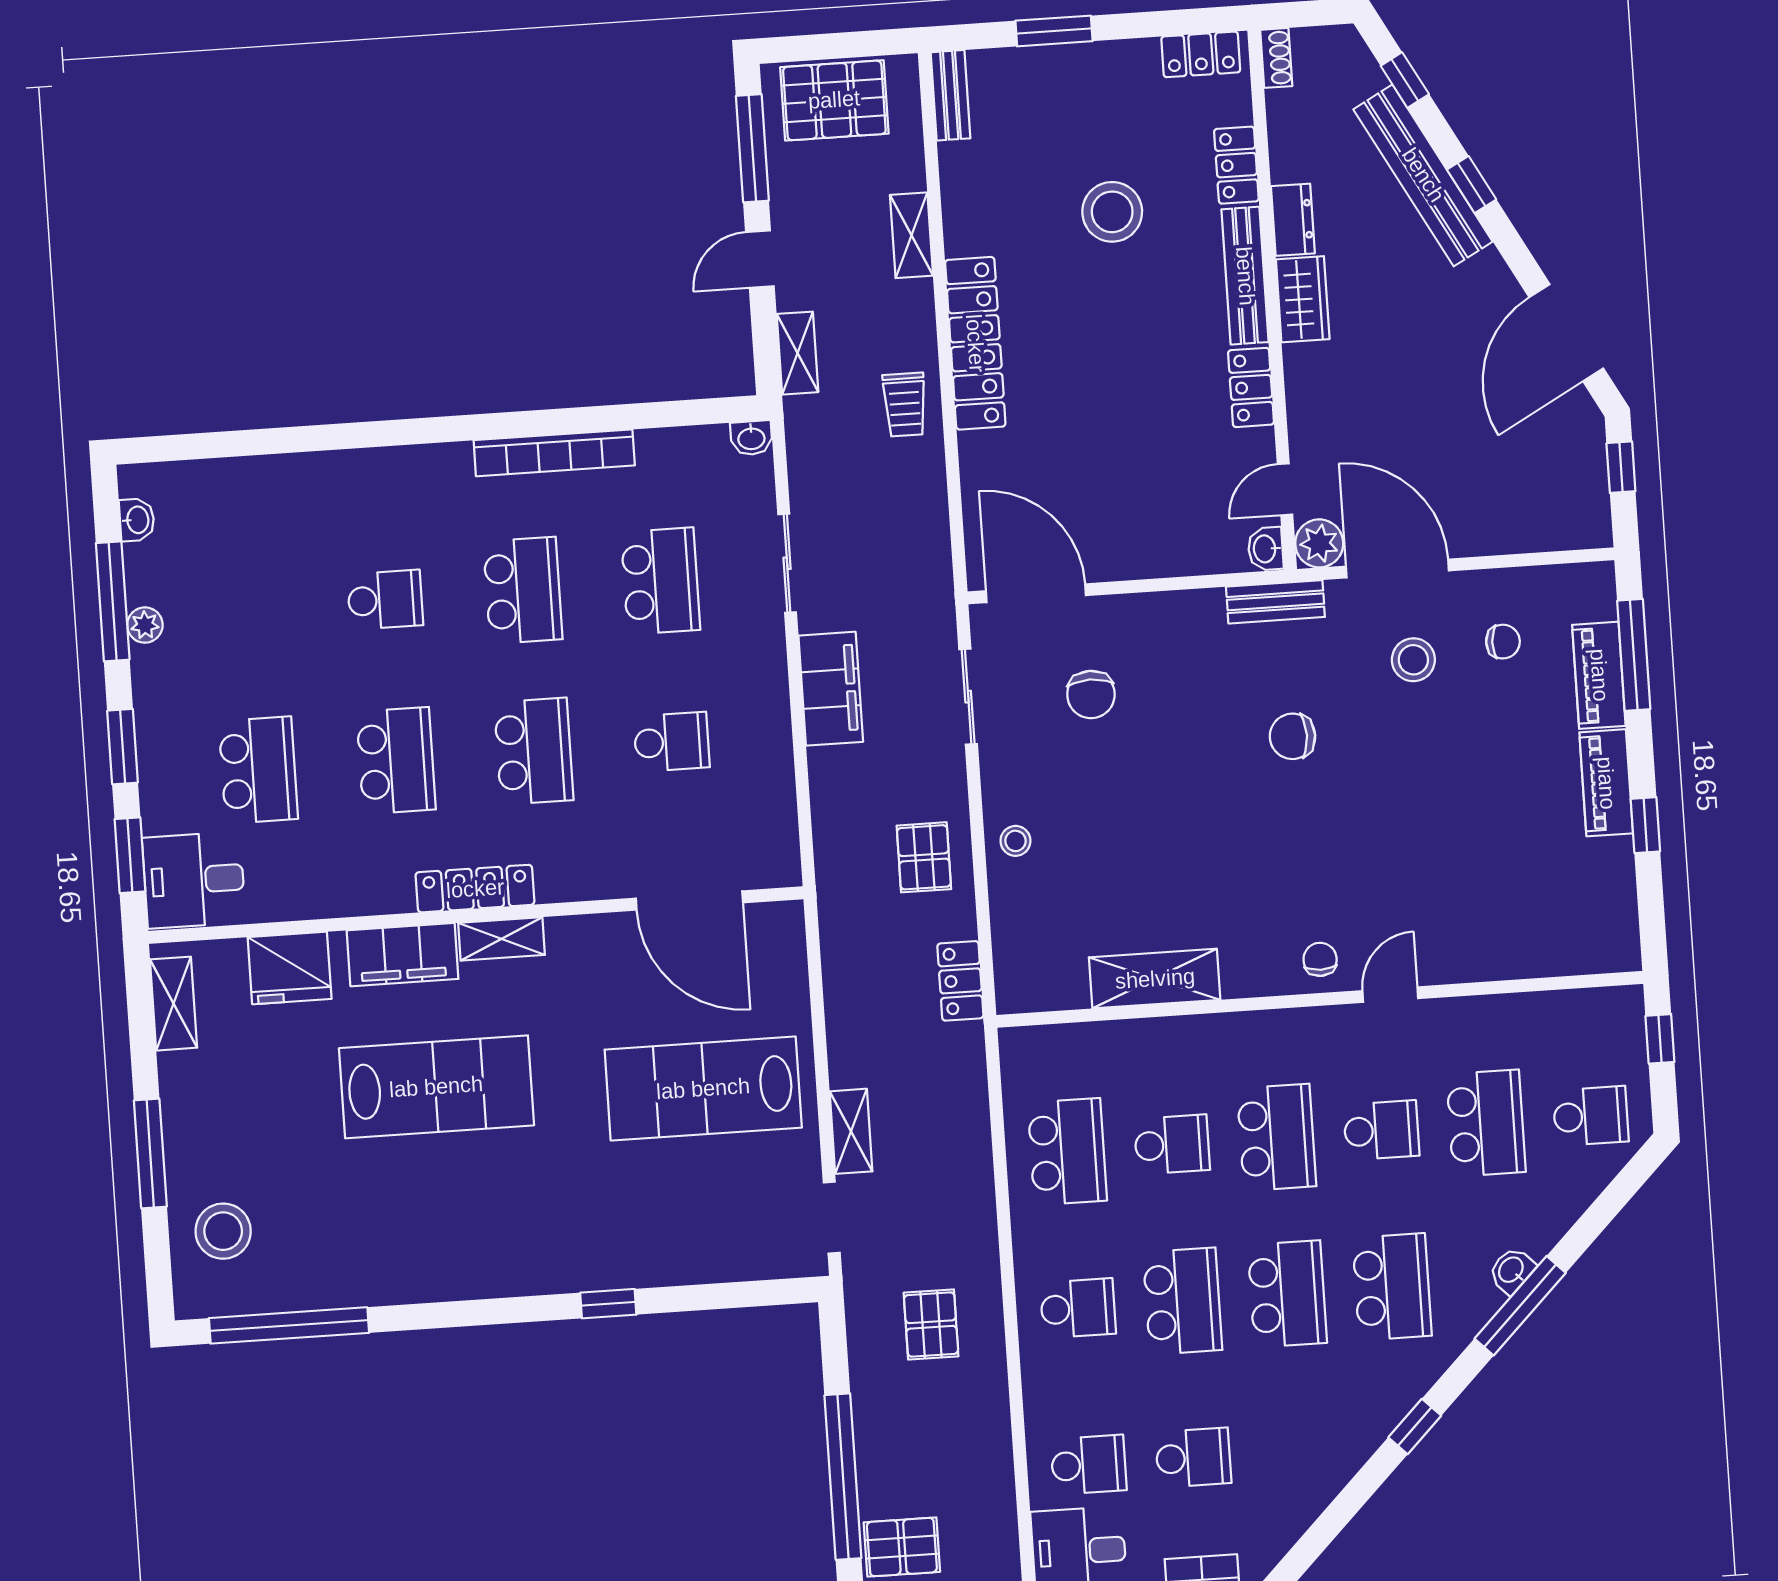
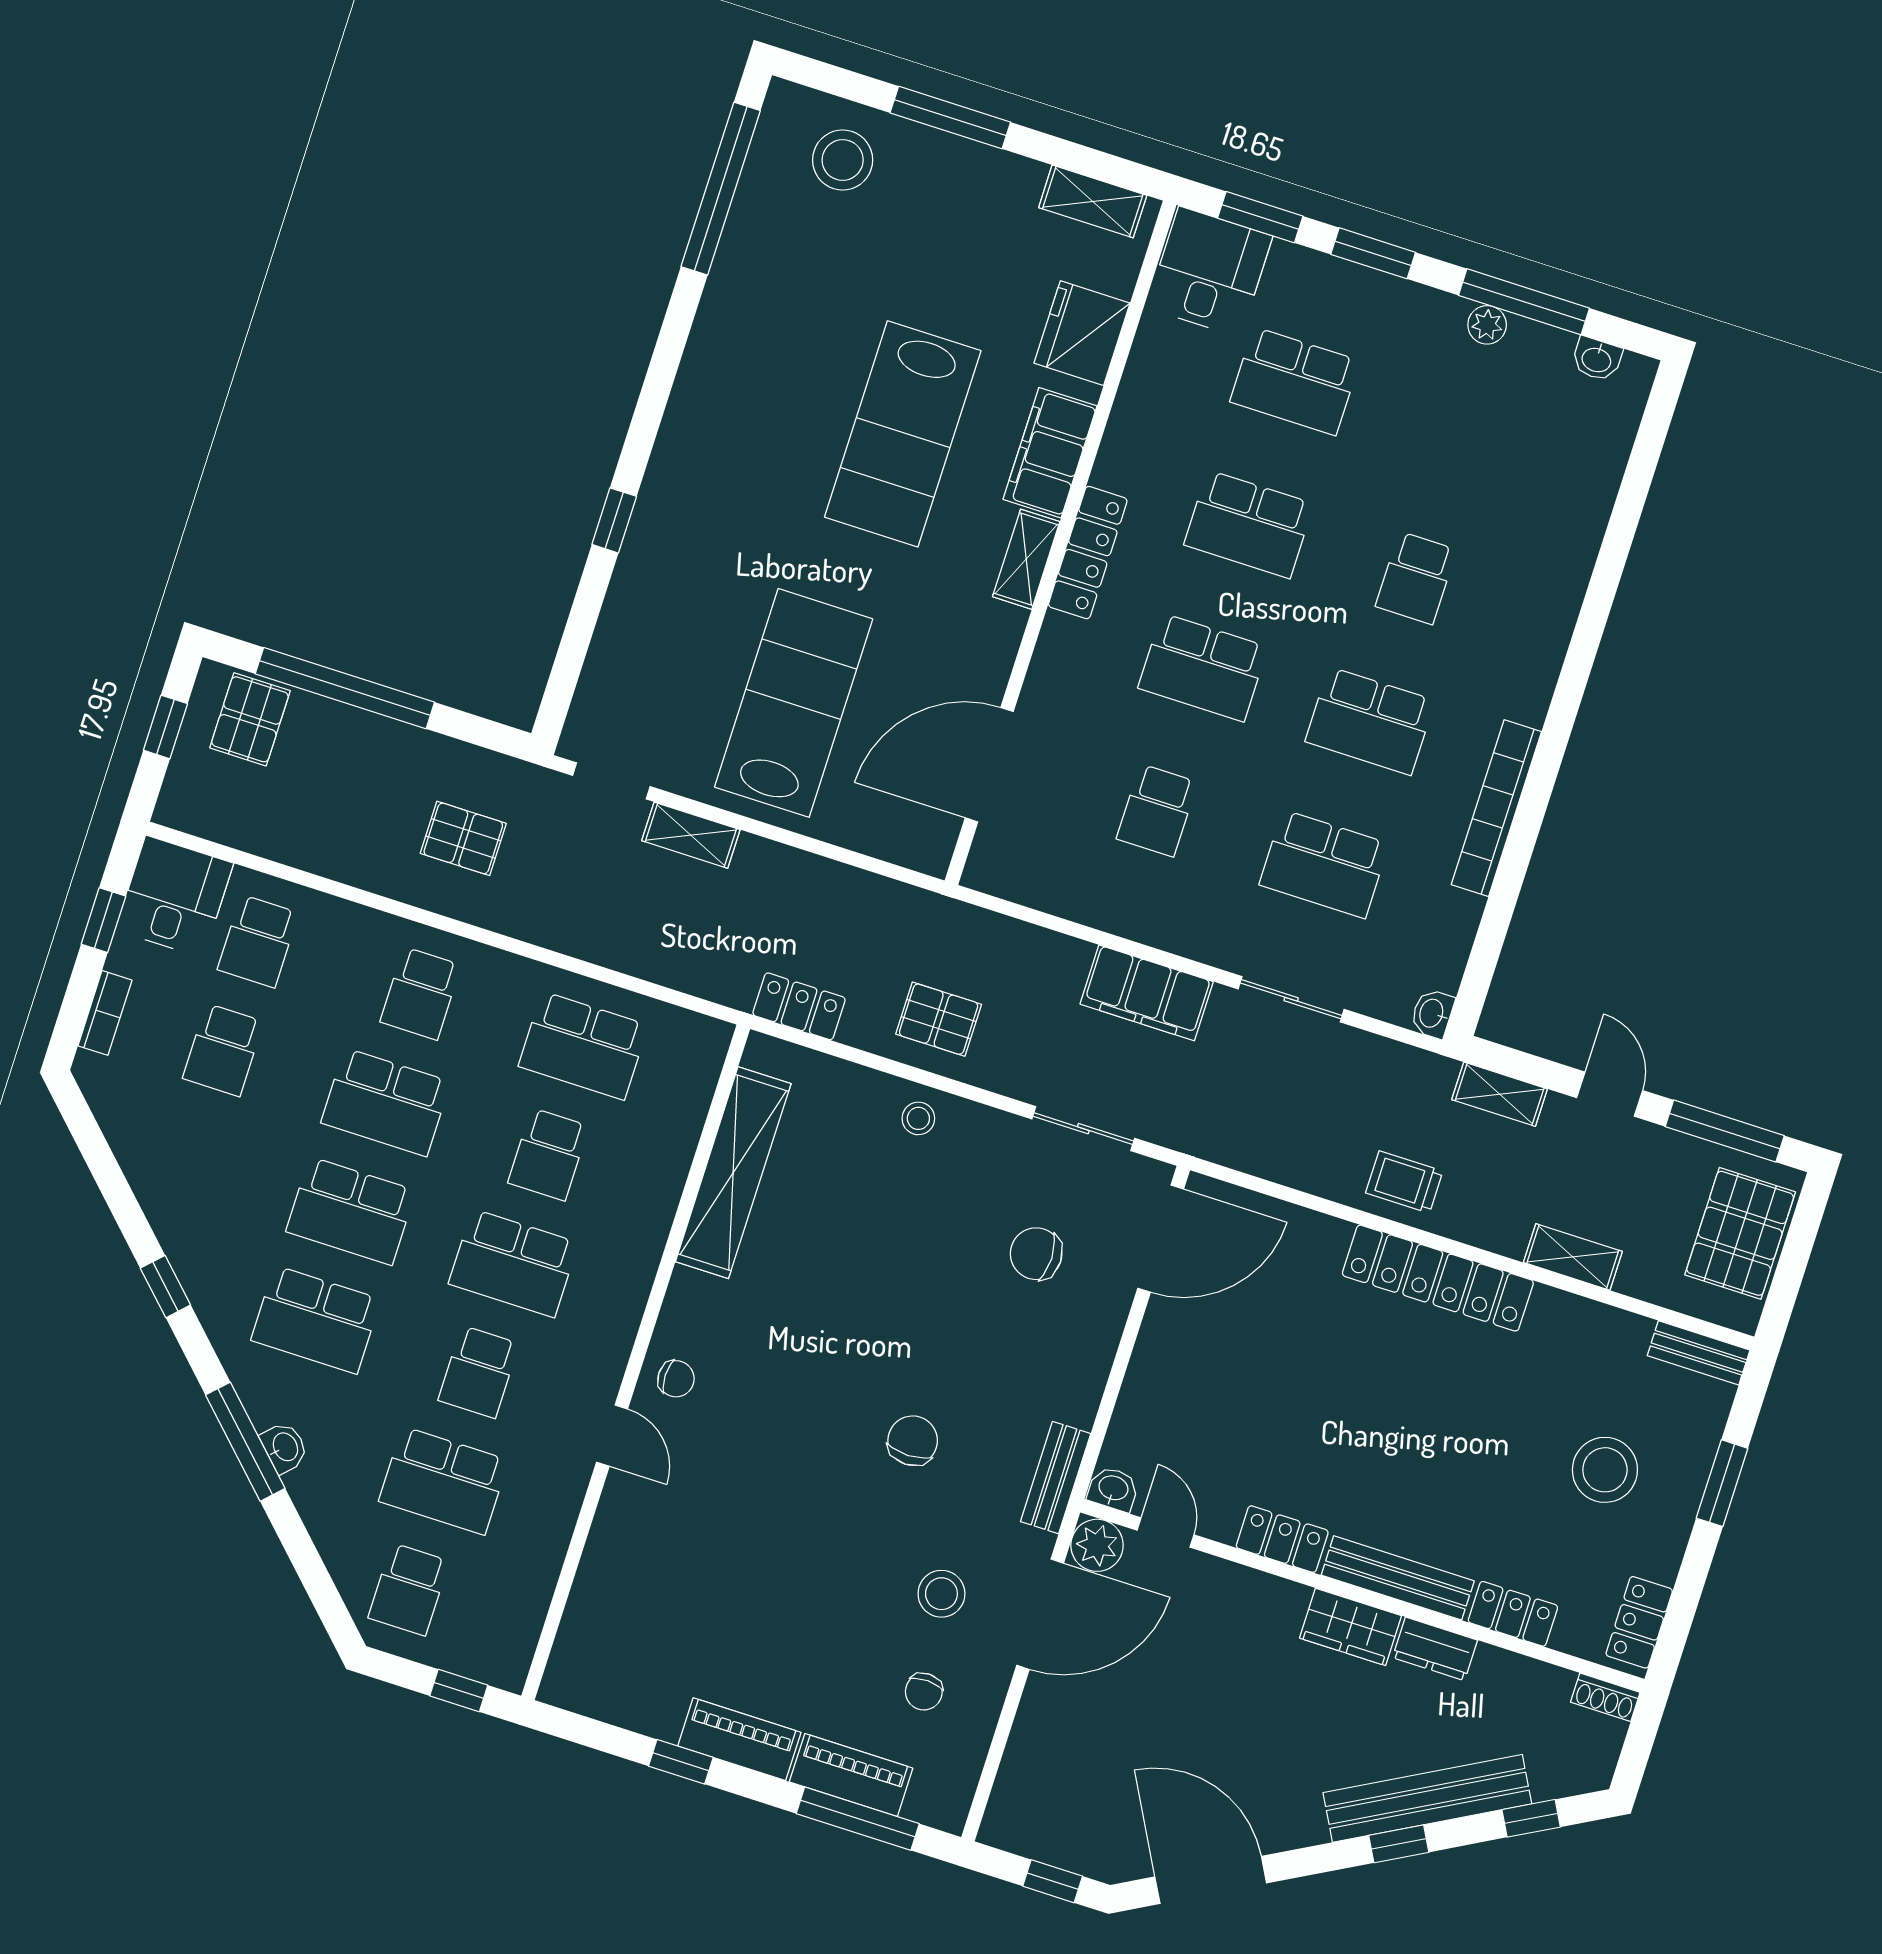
stool: (1112, 212) -> (1605, 1470), moved
shelving: (1155, 979) -> (733, 1173), width x1.47

